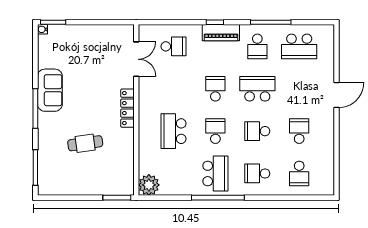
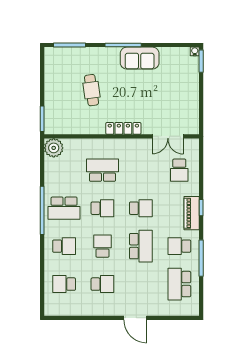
school desk: (257, 173) -> (64, 246), turned 90

